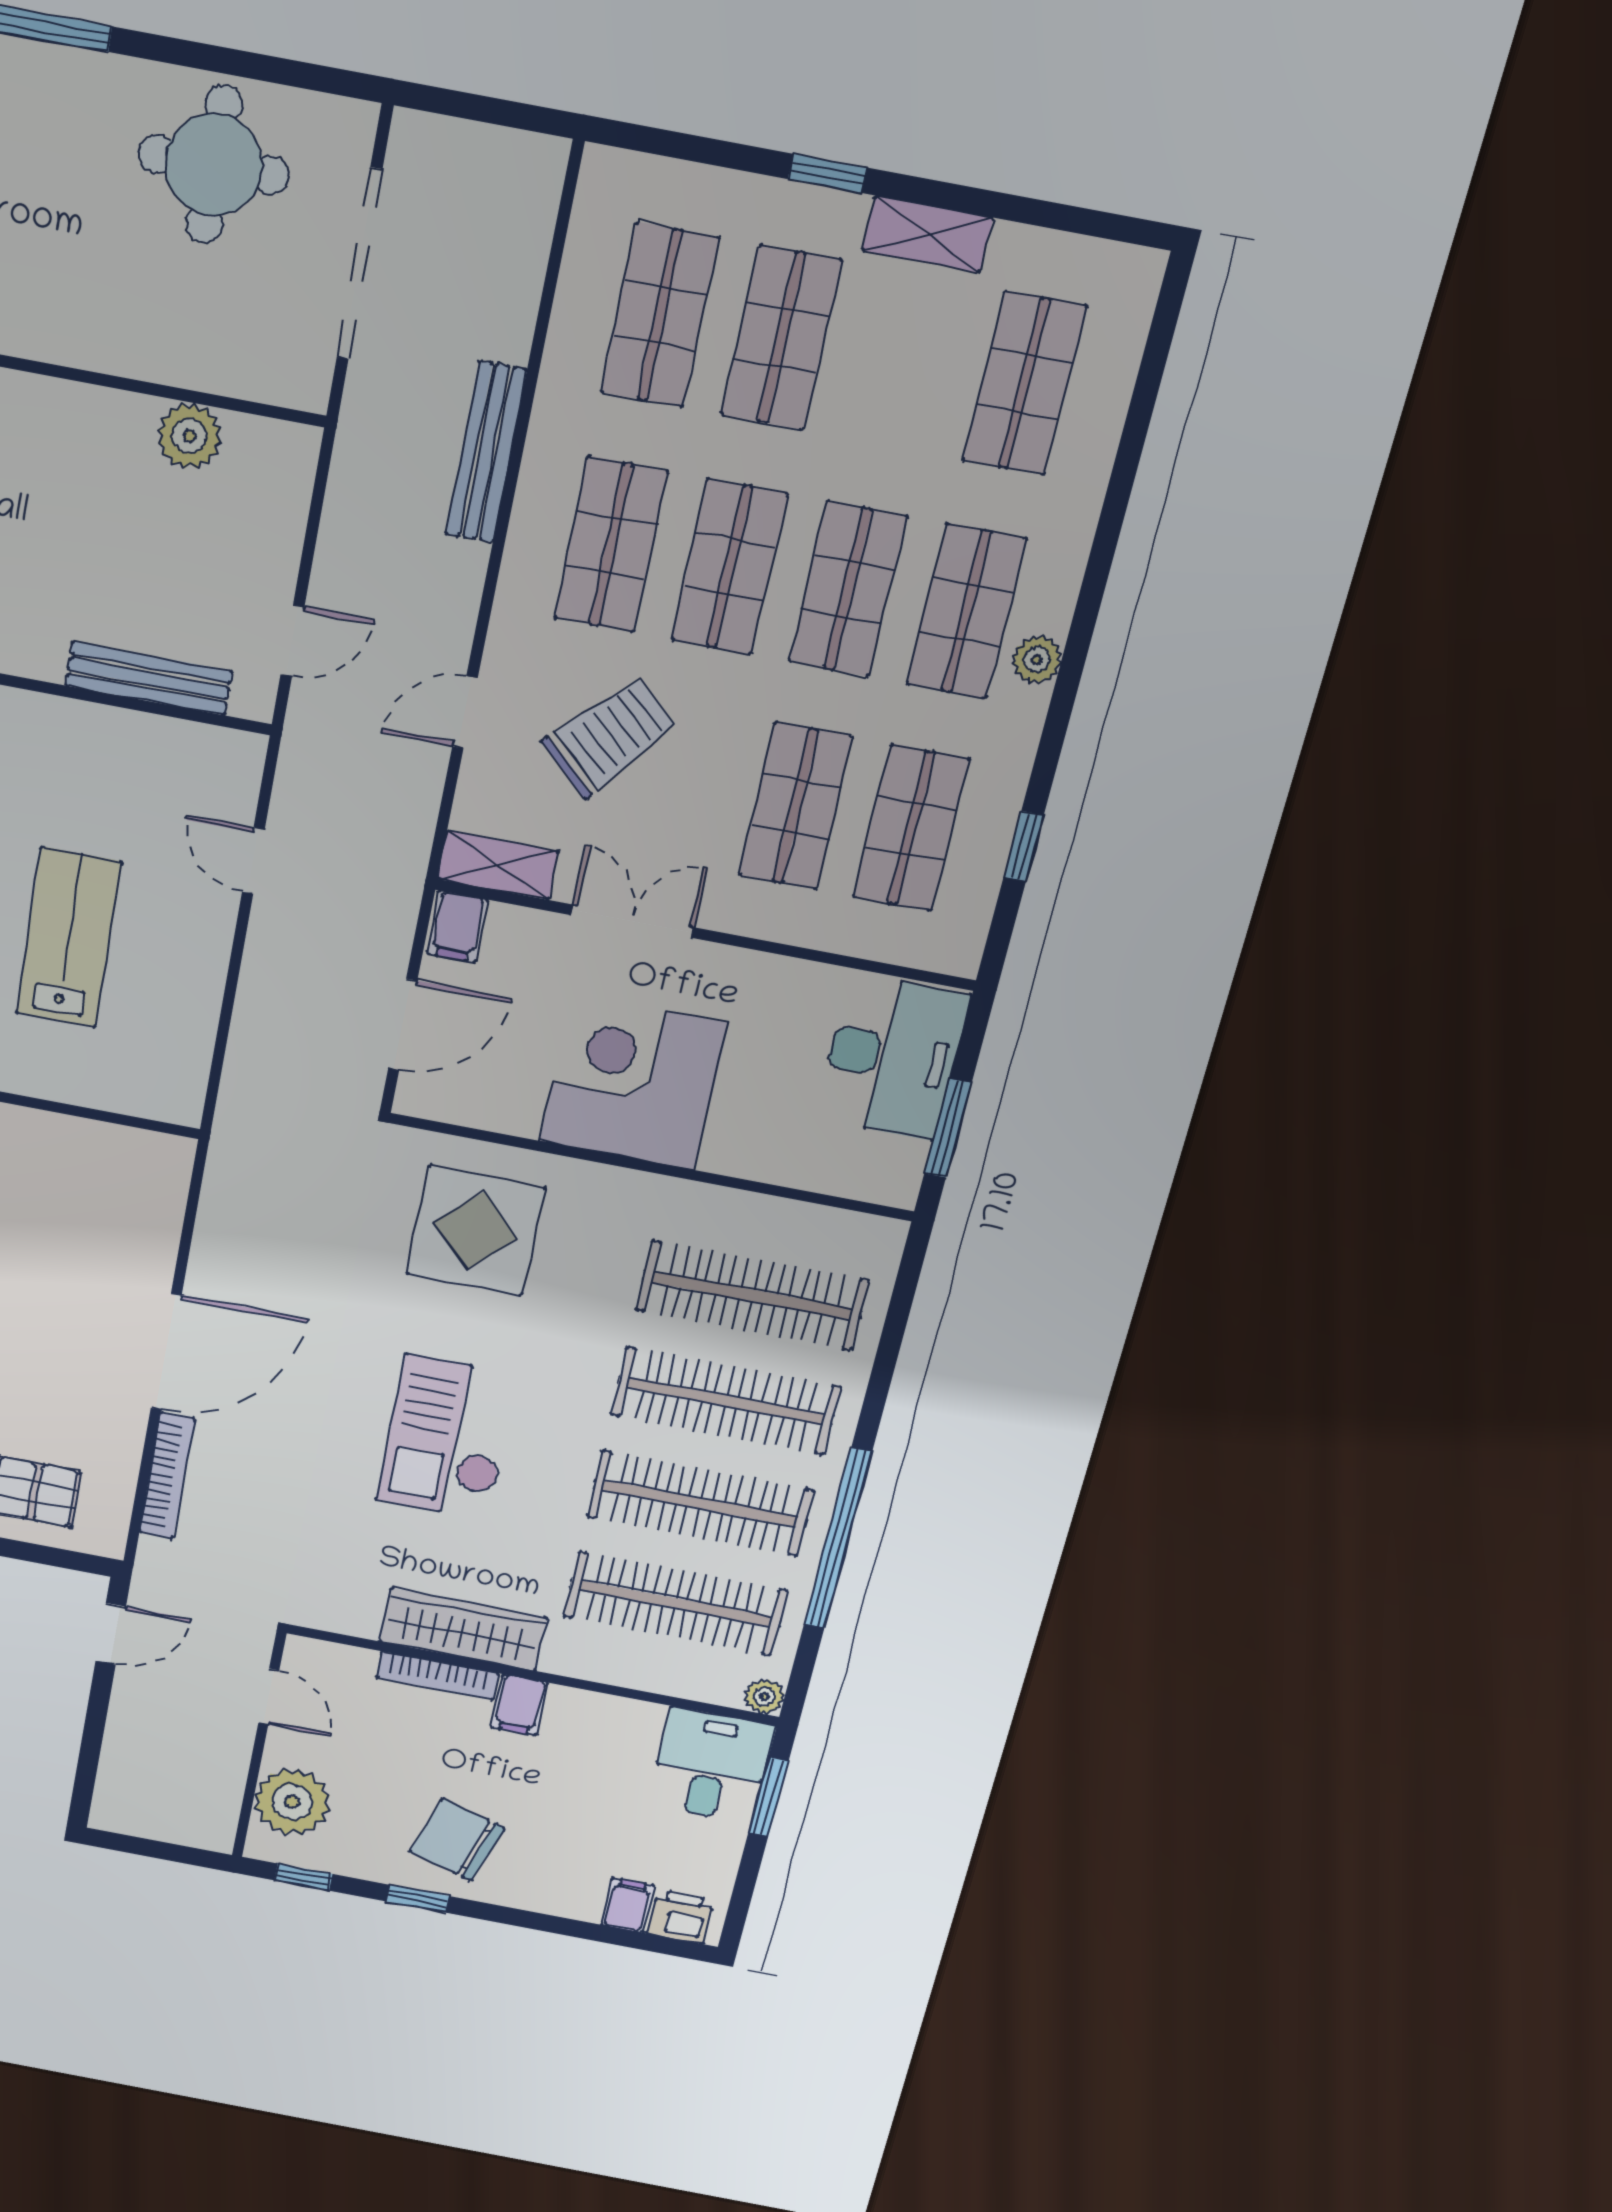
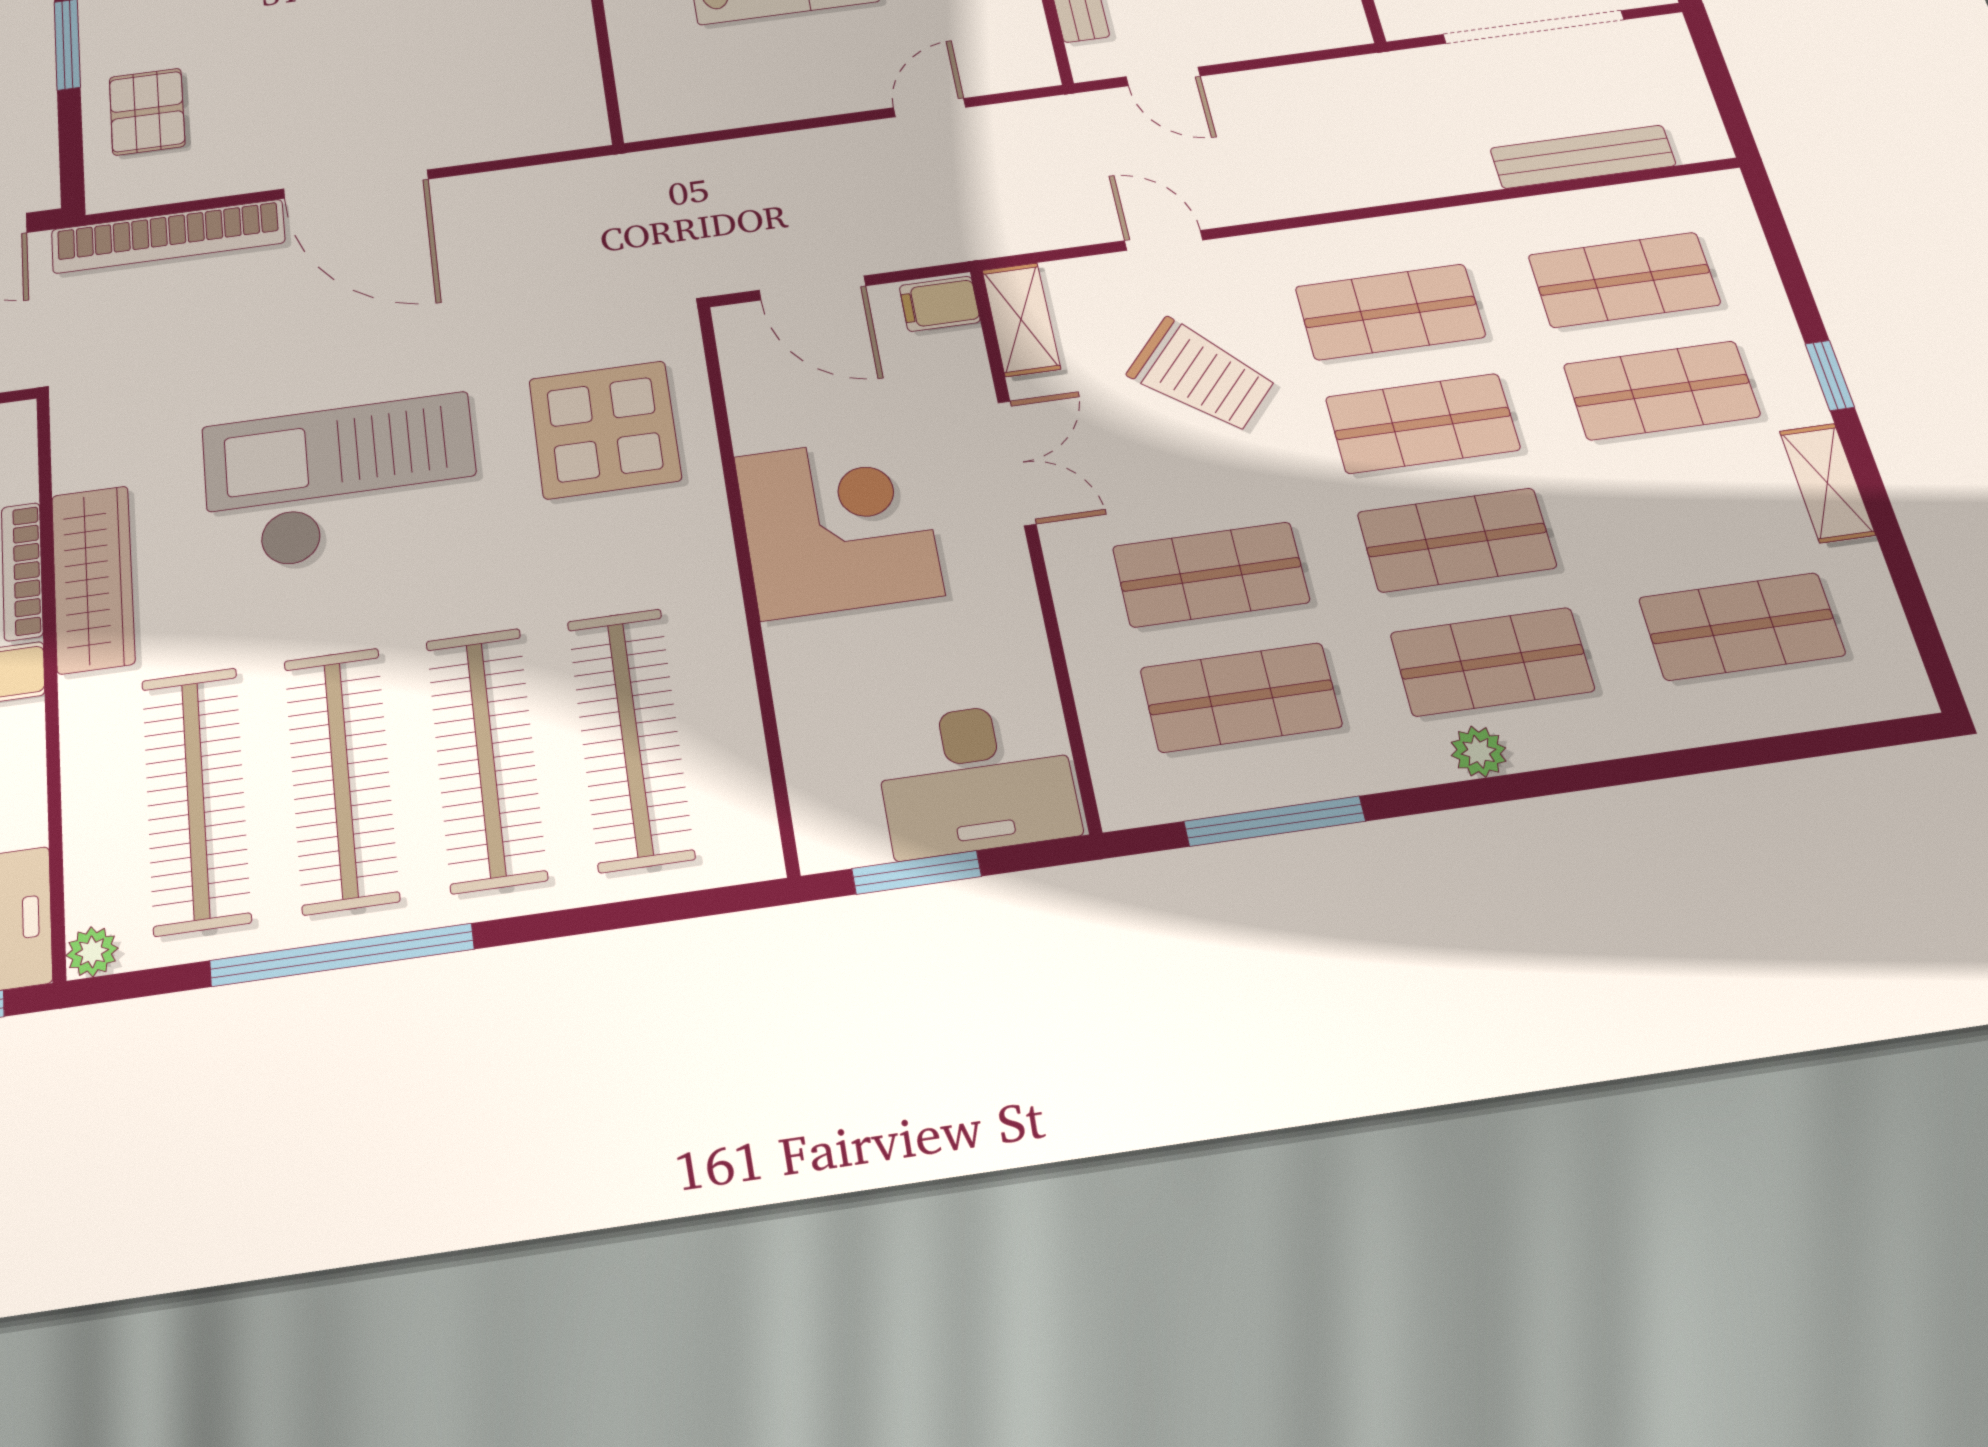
bench: (486, 452) -> (1583, 157), moved
window: (1024, 846) -> (1275, 821), width x2.17
checkout: (447, 1438) -> (341, 482), width x1.36, depth x1.21
bookcase: (167, 1476) -> (168, 236), width x1.48, depth x1.31

